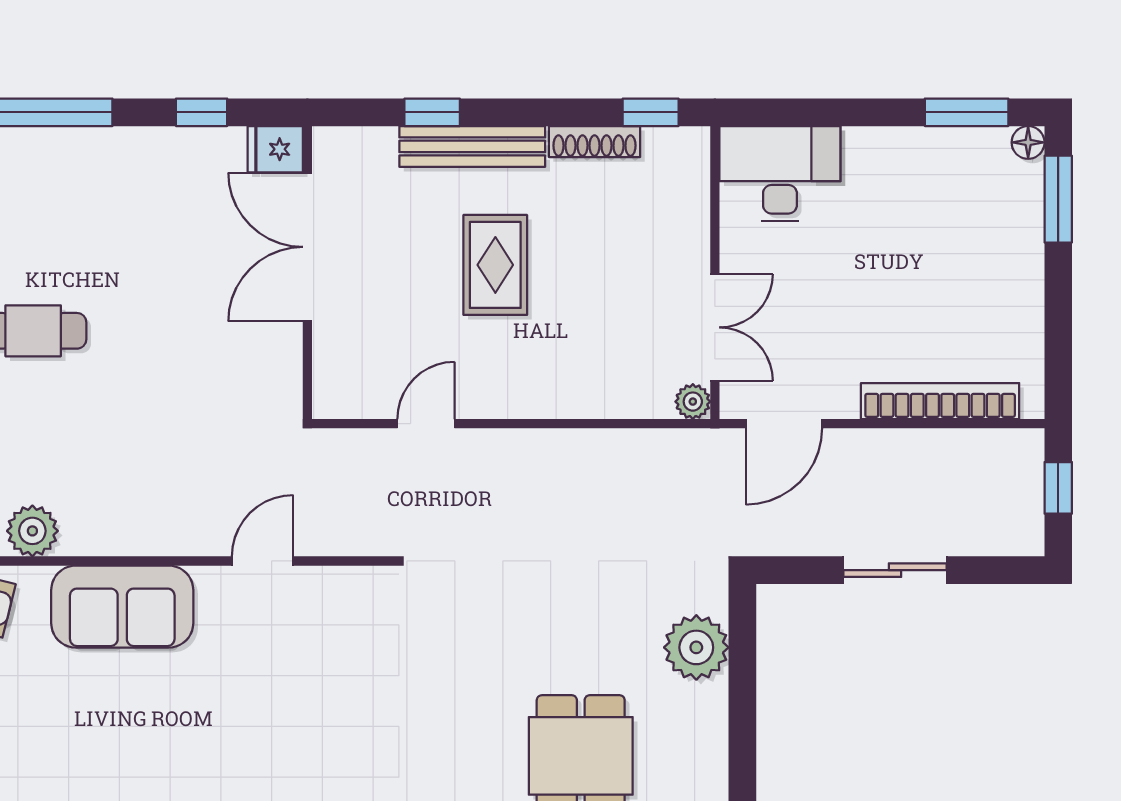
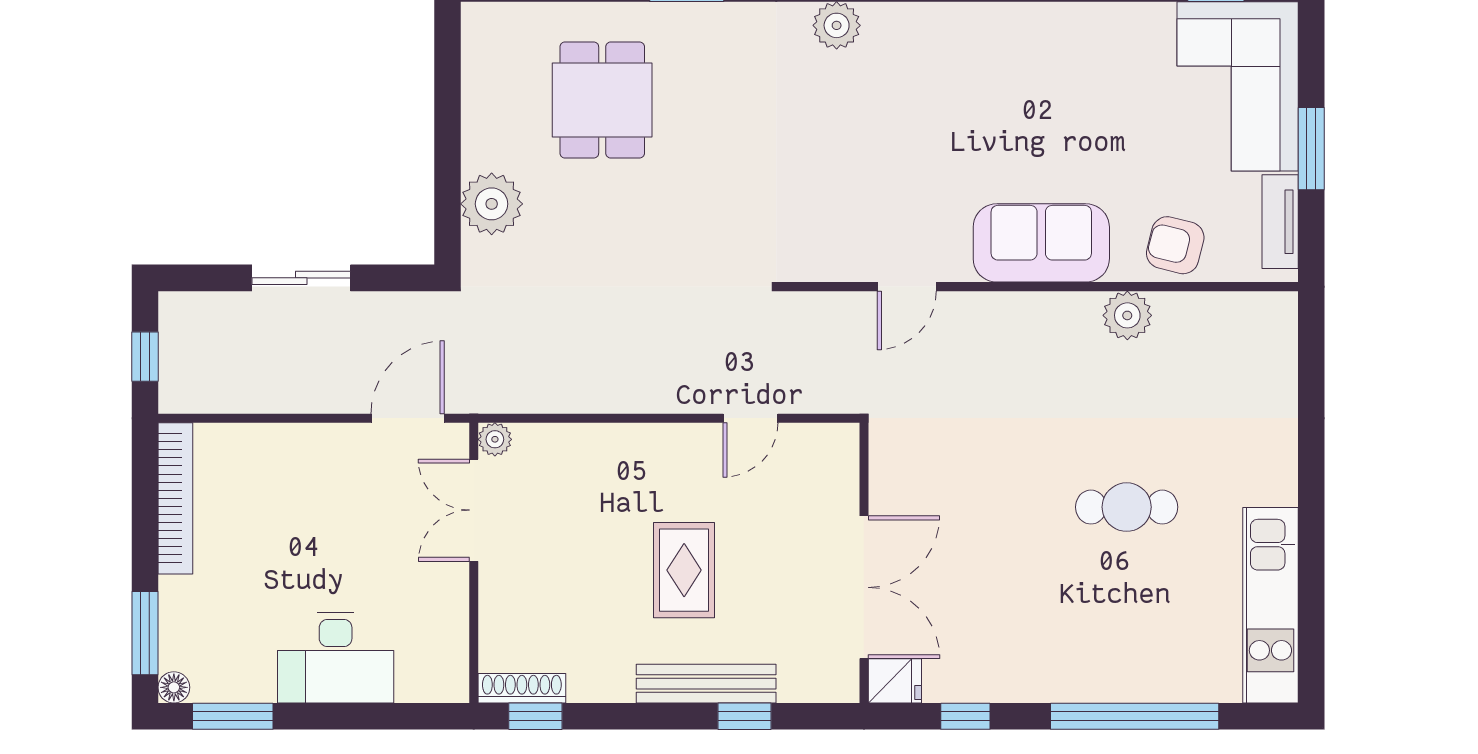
shoe rack: (594, 142) -> (522, 688), moved
desk: (780, 174) -> (336, 658), moved
bookcase: (940, 401) -> (175, 498), moved, turned -90

